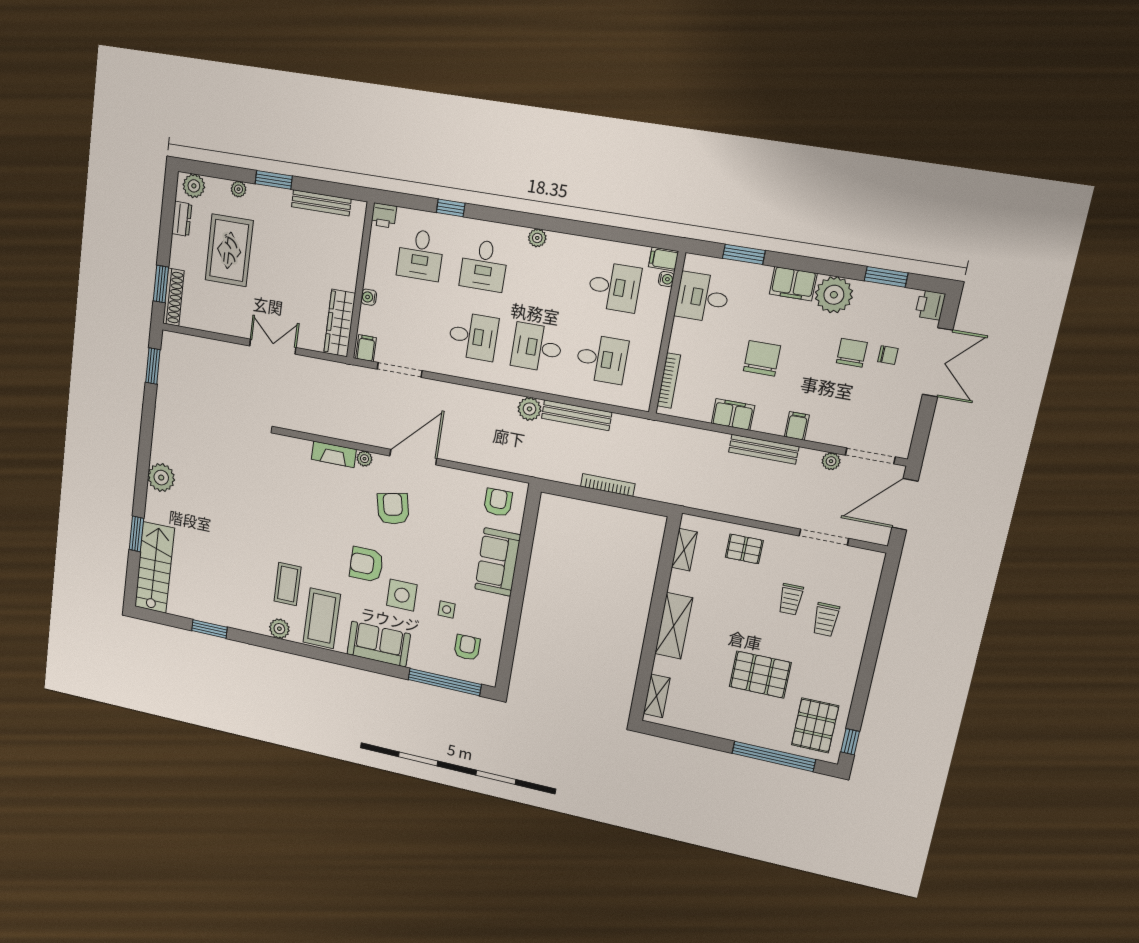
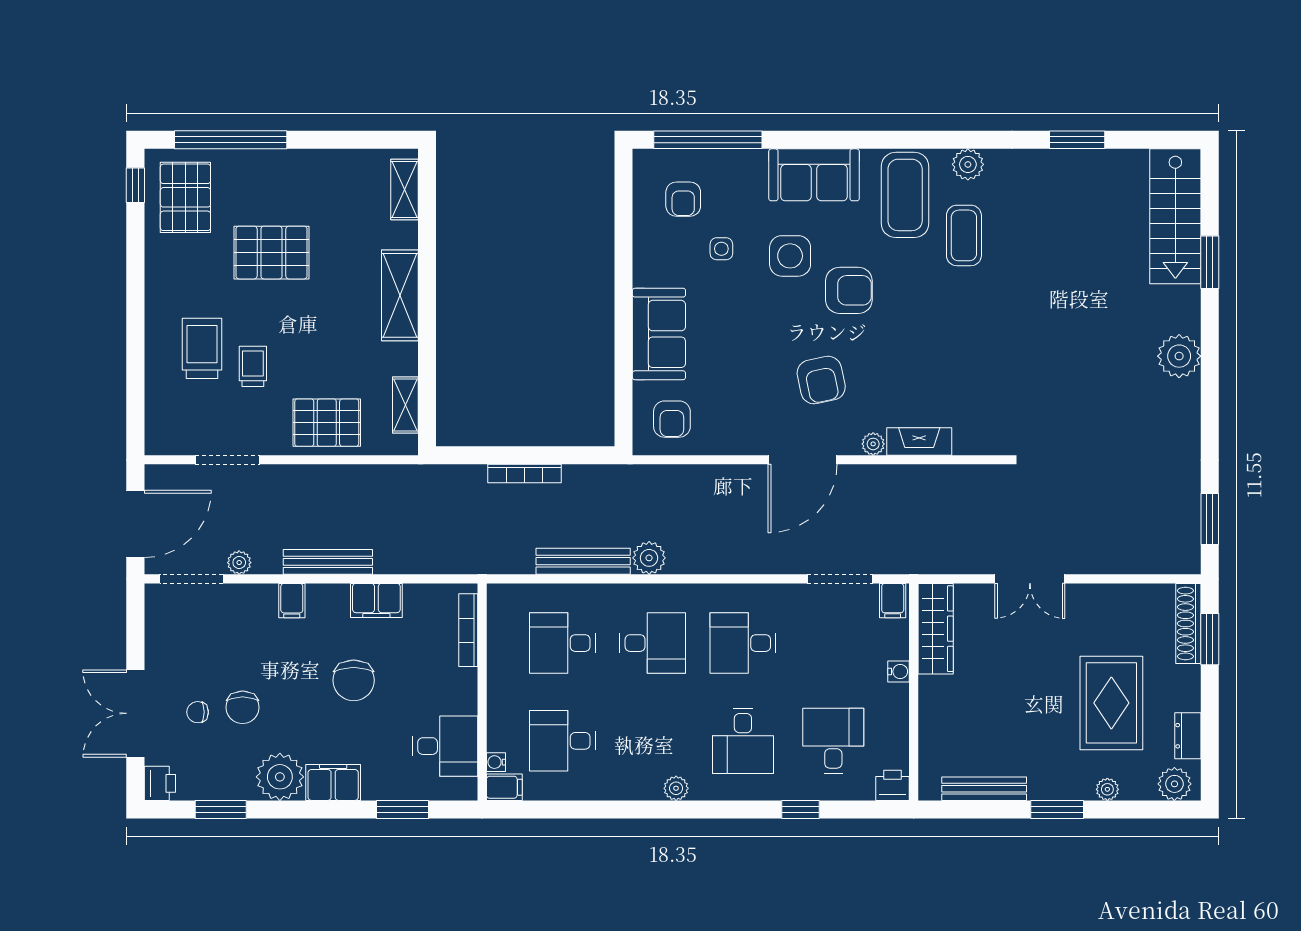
desk: (484, 265) -> (743, 741), turned 180
pallet: (744, 549) -> (327, 423), width x1.50, depth x1.42
trolley: (826, 620) -> (202, 348), width x1.36, depth x1.39

